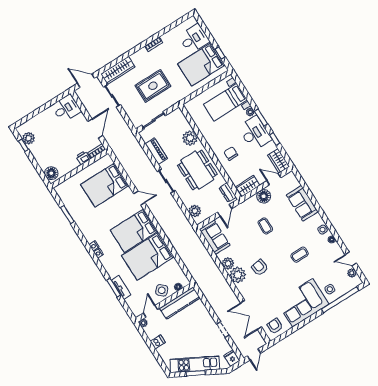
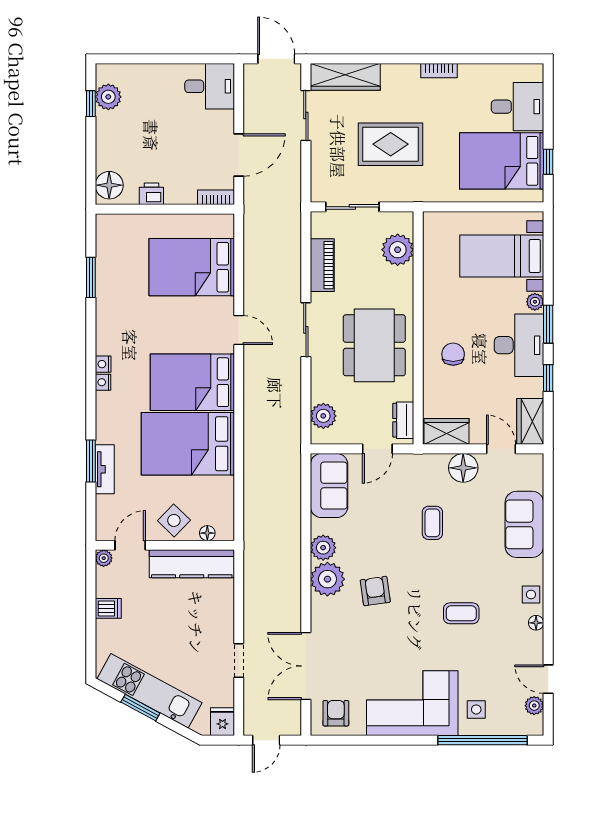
plant: (190, 138) -> (398, 250), moved
printer: (83, 158) -> (151, 194), moved

